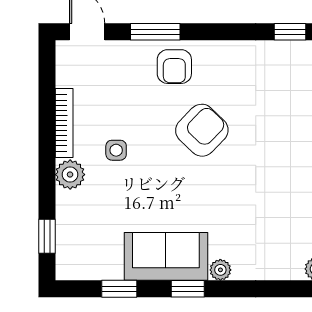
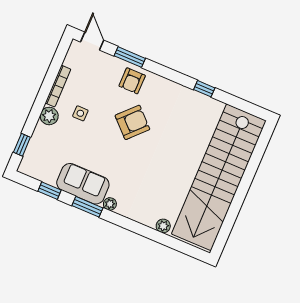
window: (188, 289) -> (87, 207), width x1.50

